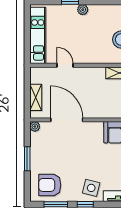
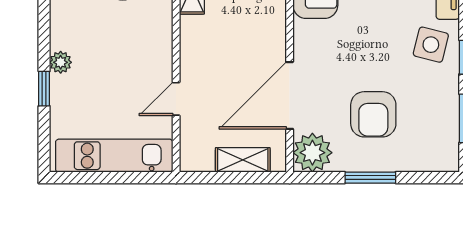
plant: (35, 127) -> (312, 153), width x1.88, depth x1.88
armchair: (50, 185) -> (373, 114), moved

